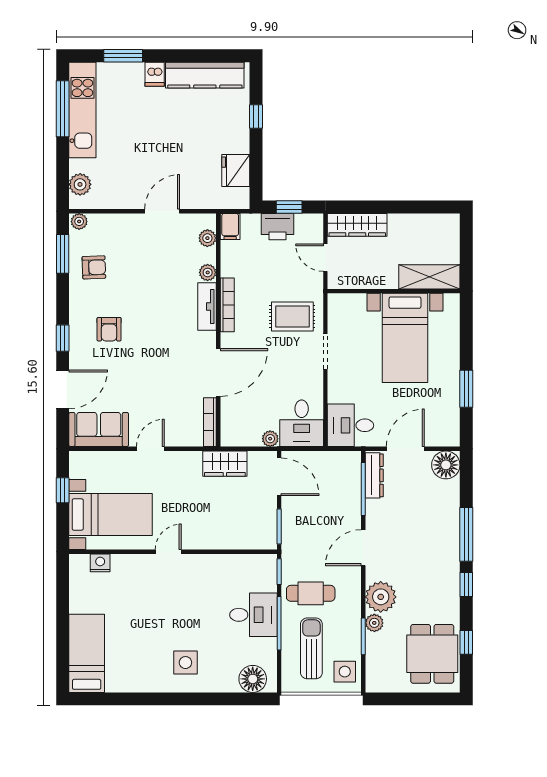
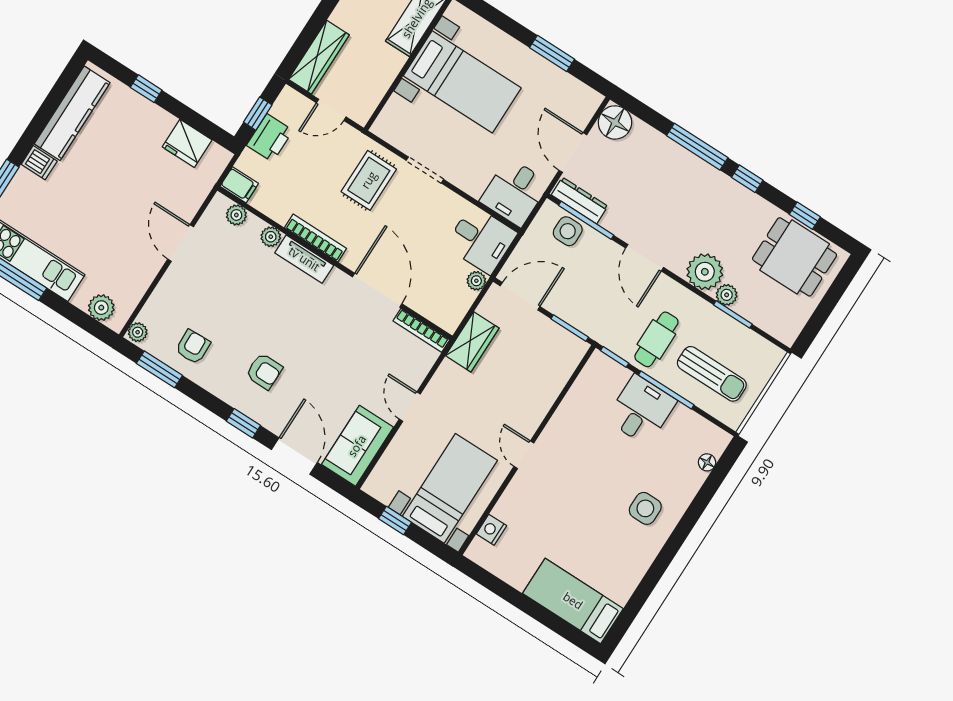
sun lounger: (311, 648) -> (712, 374), turned 180
side table: (345, 672) -> (568, 231), moved
floor lamp: (253, 679) -> (707, 462), width x0.53, depth x0.53

